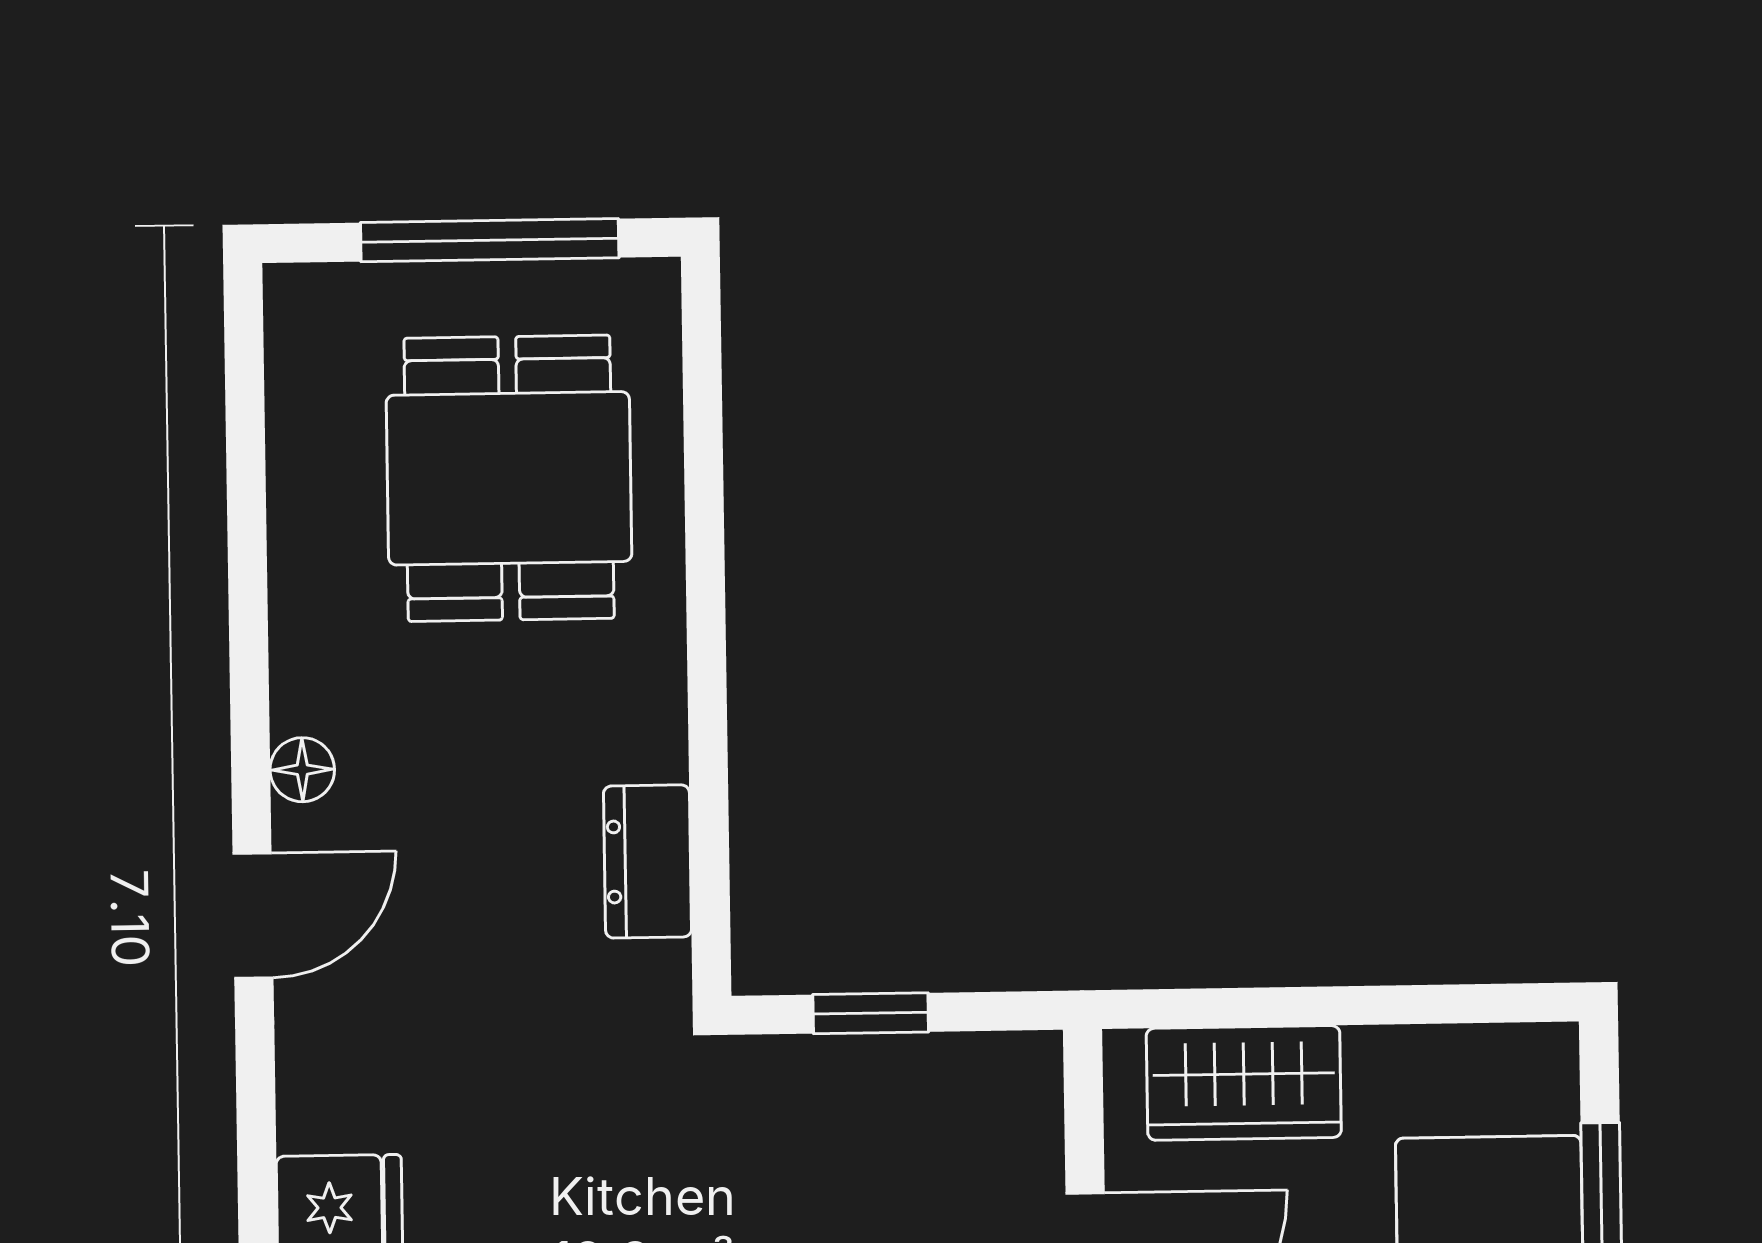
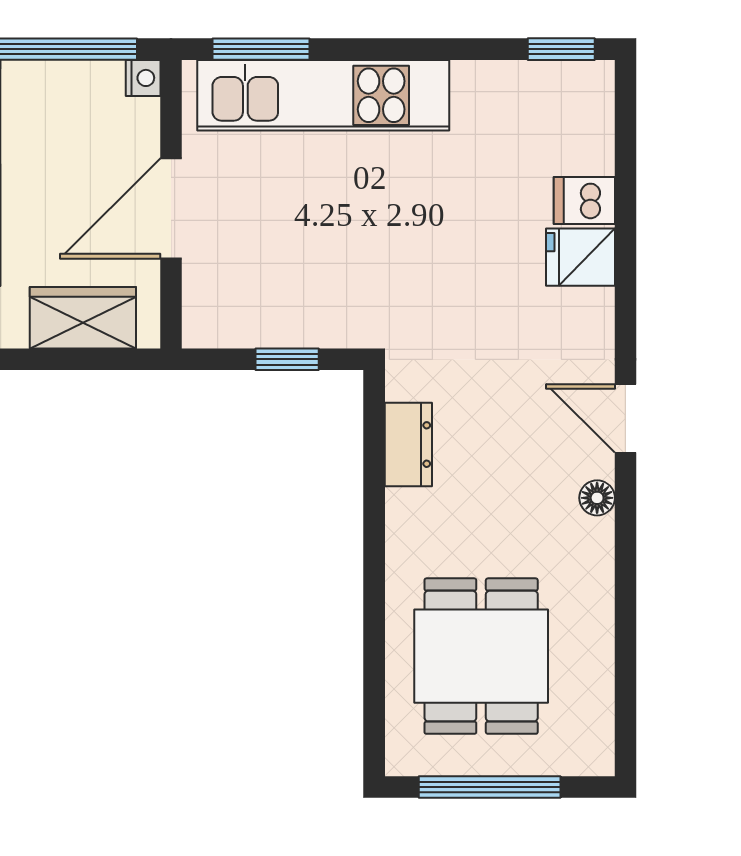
door: (253, 915) -> (625, 418), hinge flipped

